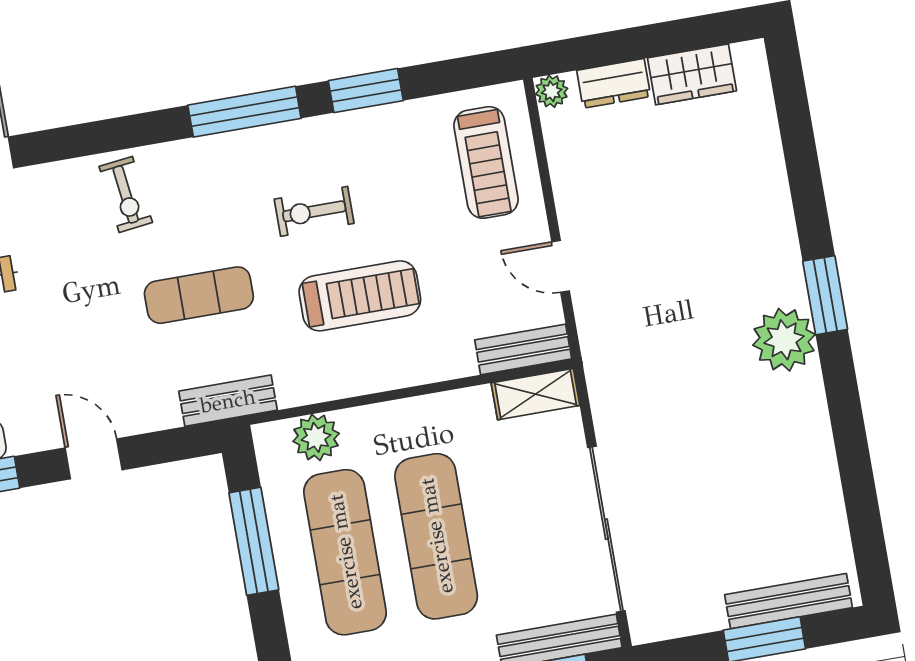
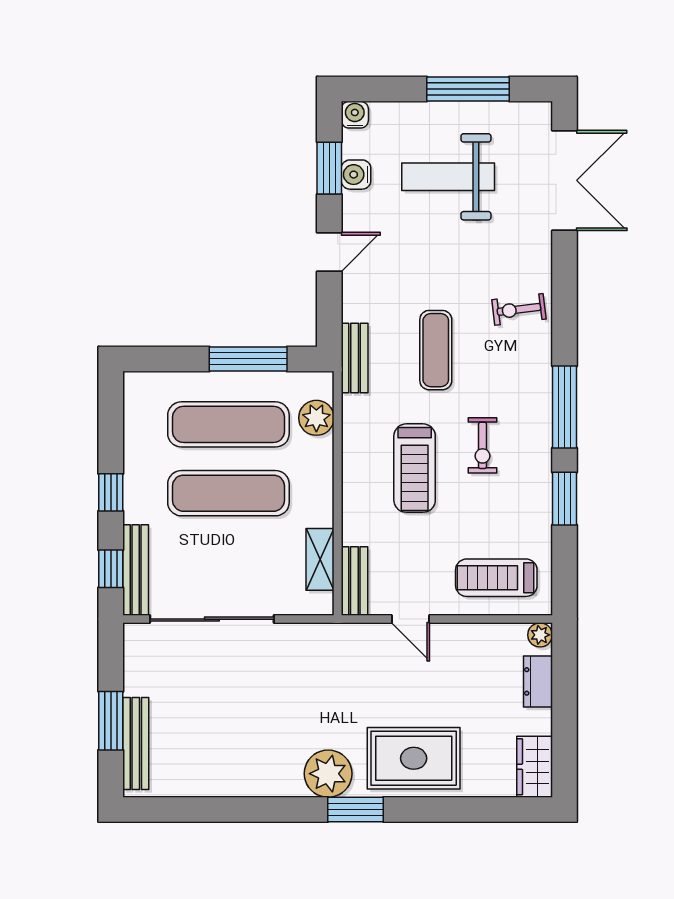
wardrobe: (692, 74) -> (535, 767), moved
exercise bike: (314, 211) -> (482, 445), turned 180
rug: (744, 230) -> (414, 758), added
door: (561, 266) -> (411, 619), swing flipped
shelving: (536, 394) -> (320, 559), moved

